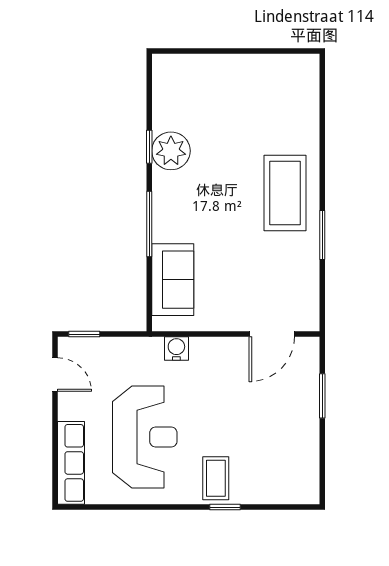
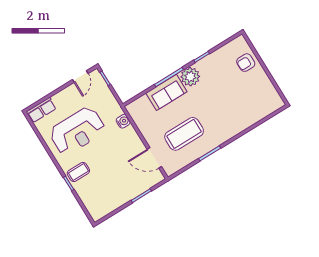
armchair: (205, 78) -> (246, 63), added
plant: (171, 151) -> (190, 77), moved
coffee table: (285, 193) -> (184, 134), moved
sofa: (173, 280) -> (166, 92), moved
row of seats: (71, 463) -> (41, 110), width x0.68

